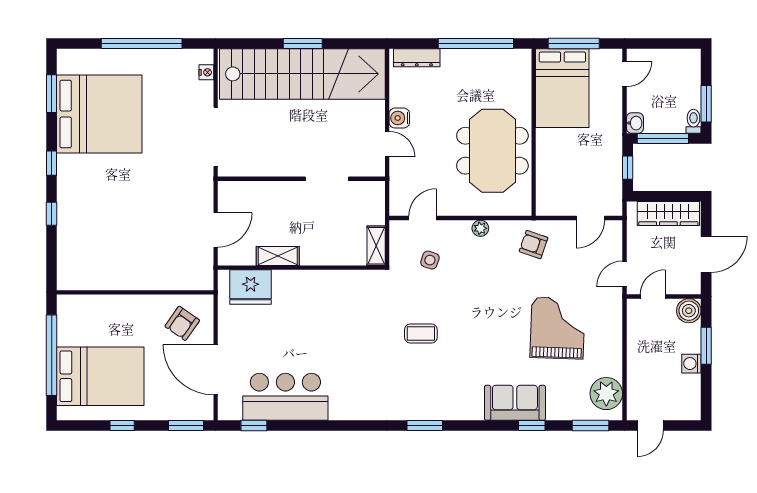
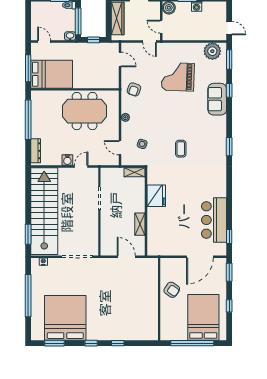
window: (303, 44) -> (28, 234), moved
fridge: (251, 287) -> (156, 196), moved
armchair: (182, 323) -> (172, 290), moved

